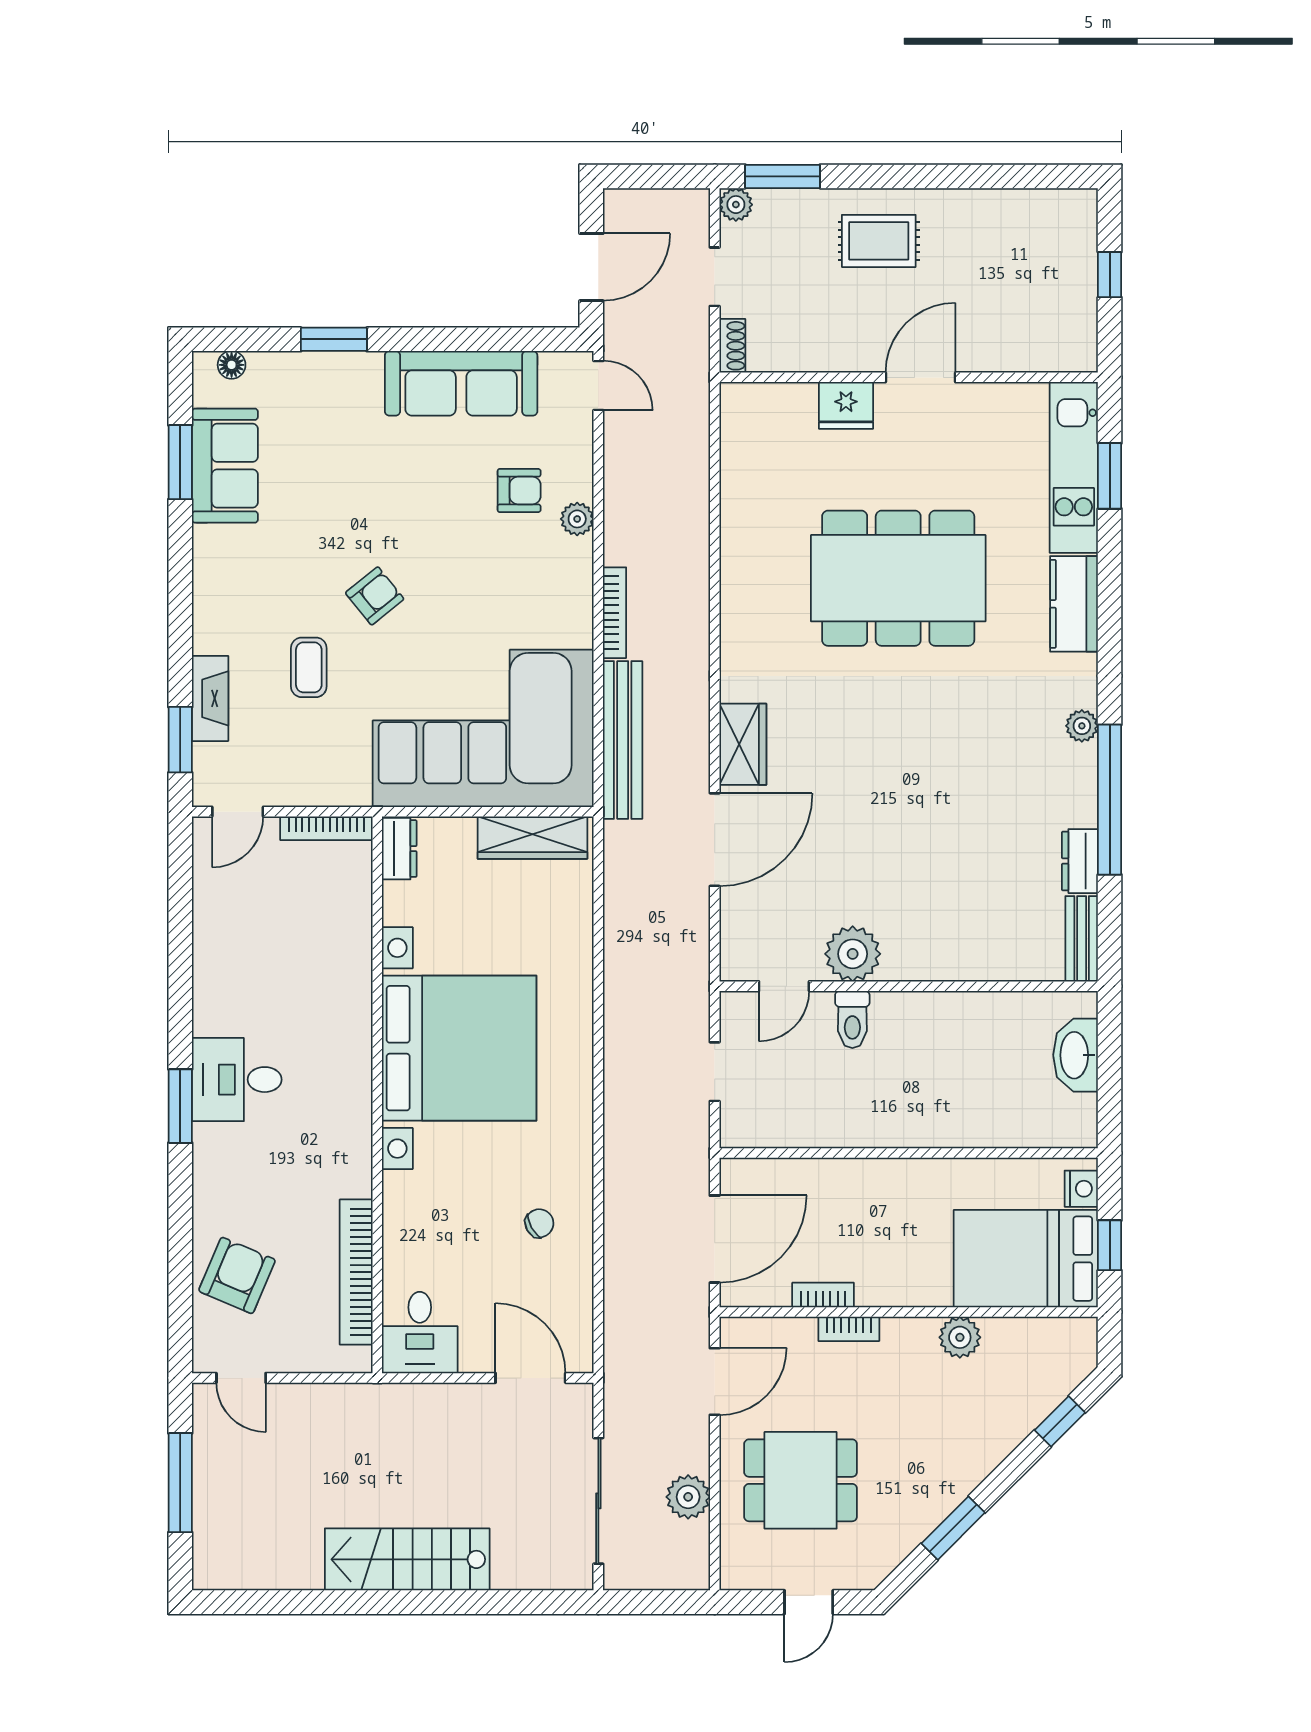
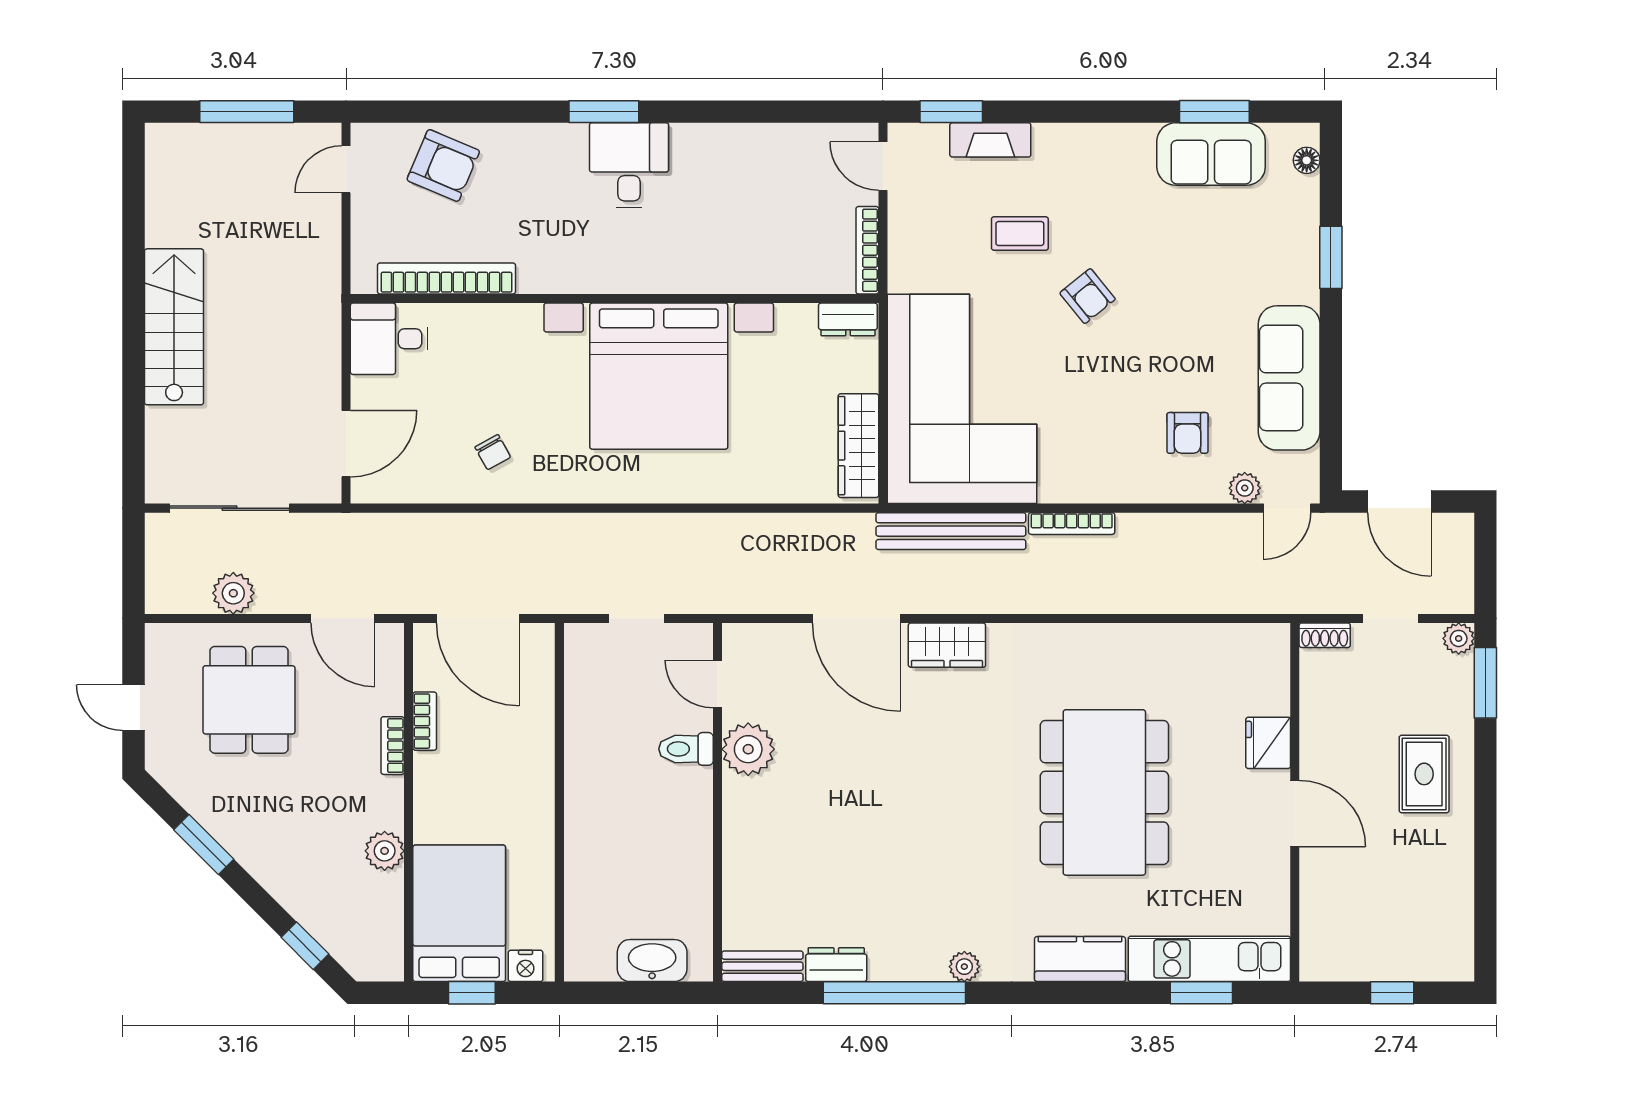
plant: (577, 519) -> (1245, 488), moved

